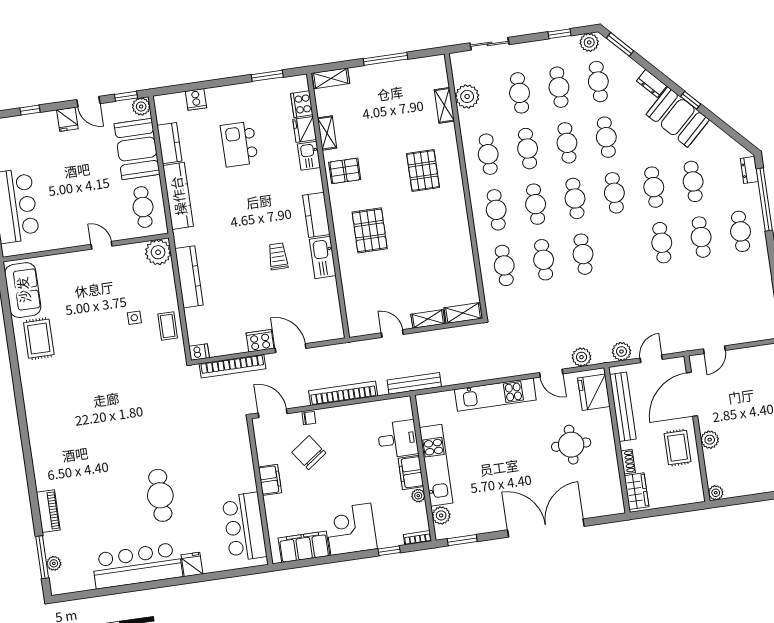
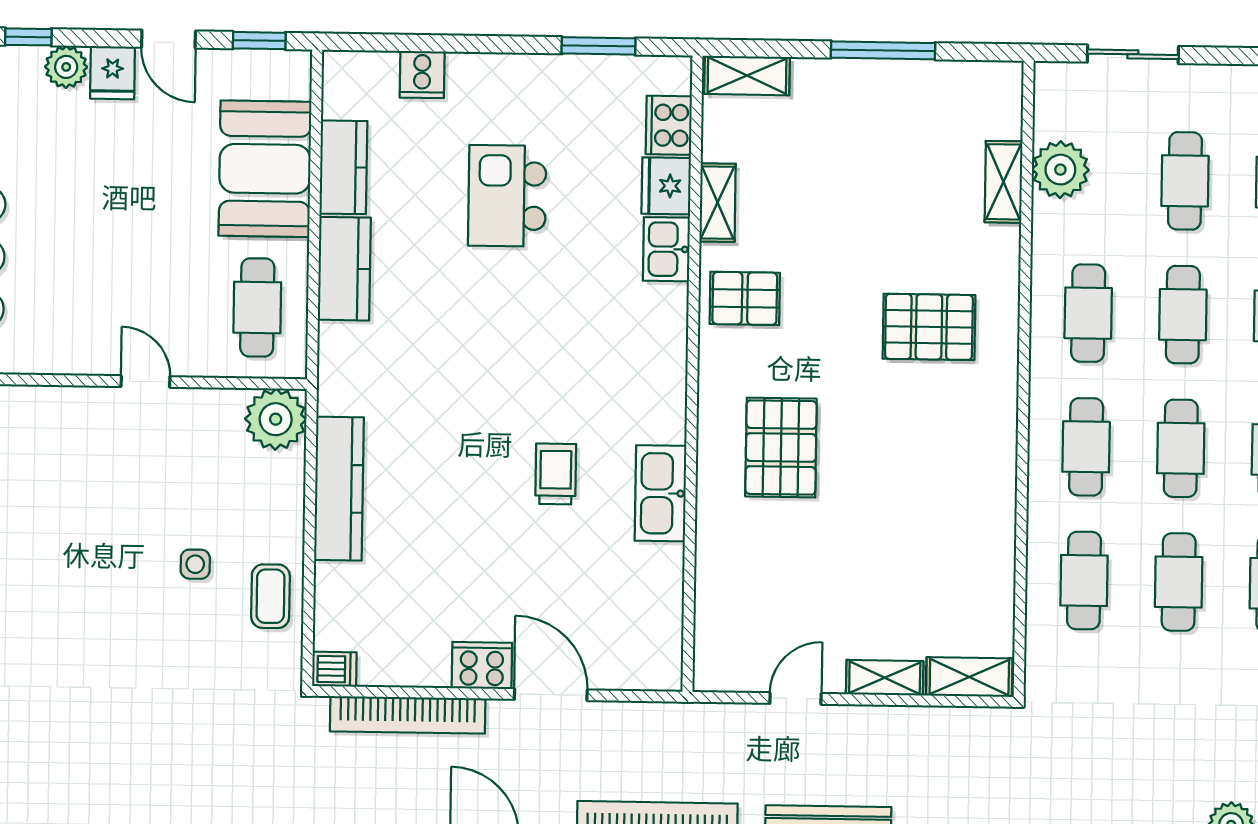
plant: (141, 106) -> (66, 67), moved
pallet: (423, 170) -> (929, 327), turned 90
kitchen counter: (178, 196) -> (344, 269), width x0.67
kitchen counter: (316, 215) -> (662, 391), removed
door: (392, 334) -> (795, 698), hinge flipped

